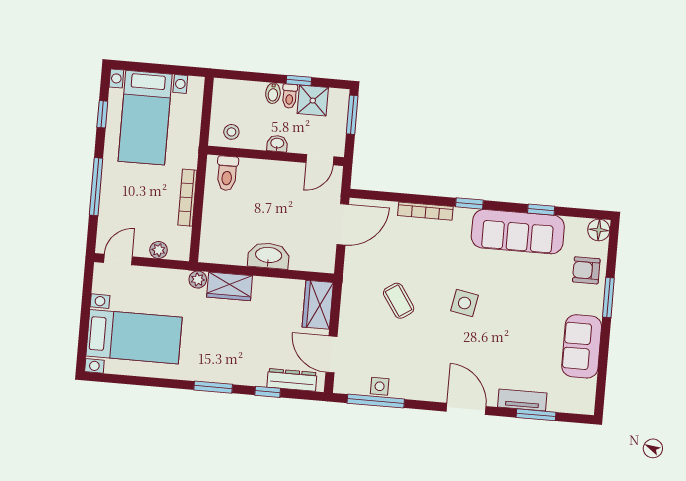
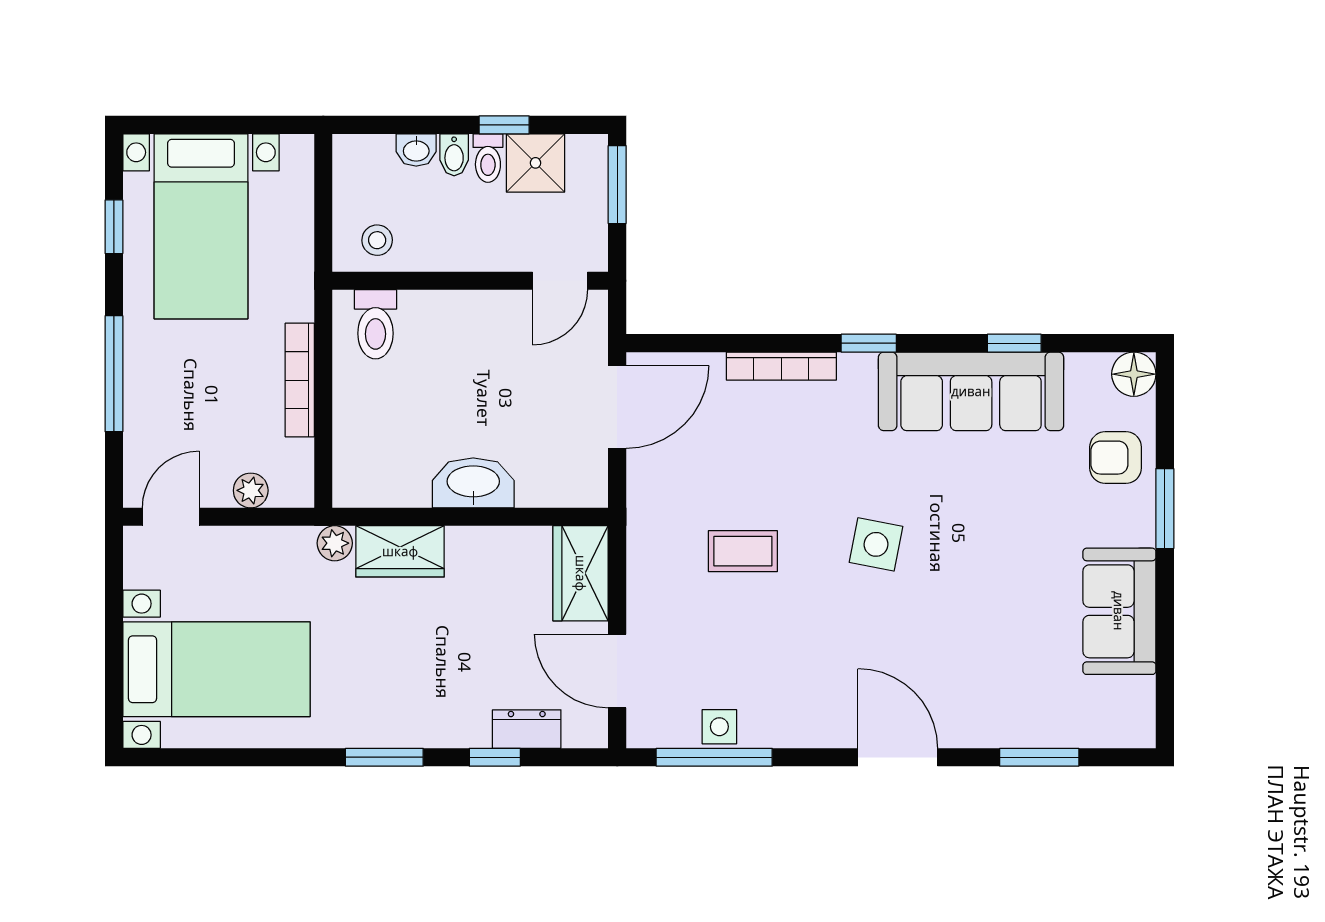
washbasin: (277, 144) -> (416, 150), moved, turned 180
coffee table: (399, 301) -> (743, 551), turned -56
dresser: (292, 380) -> (527, 729), width x0.70
tv unit: (522, 400) -> (1009, 730), removed

